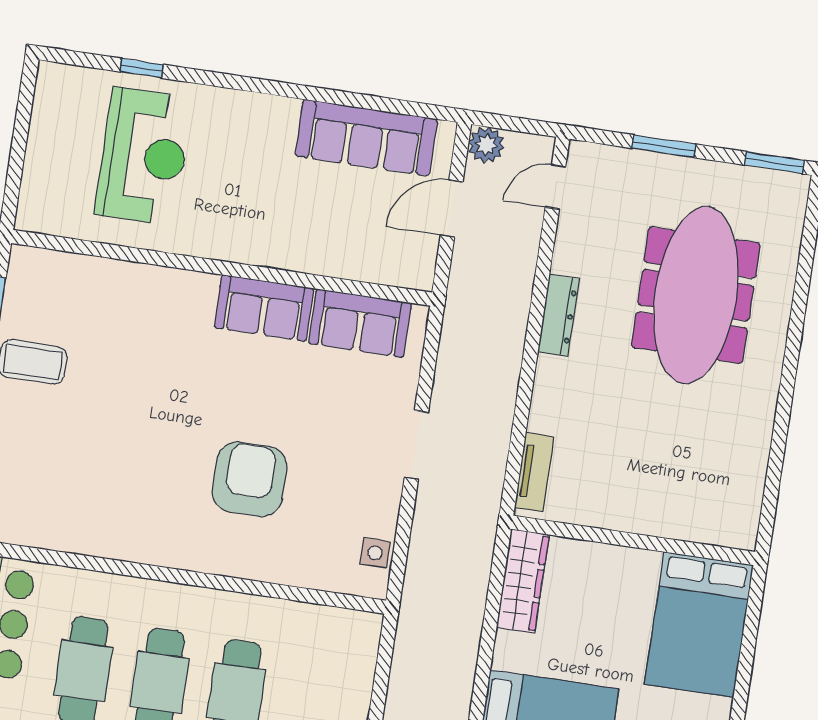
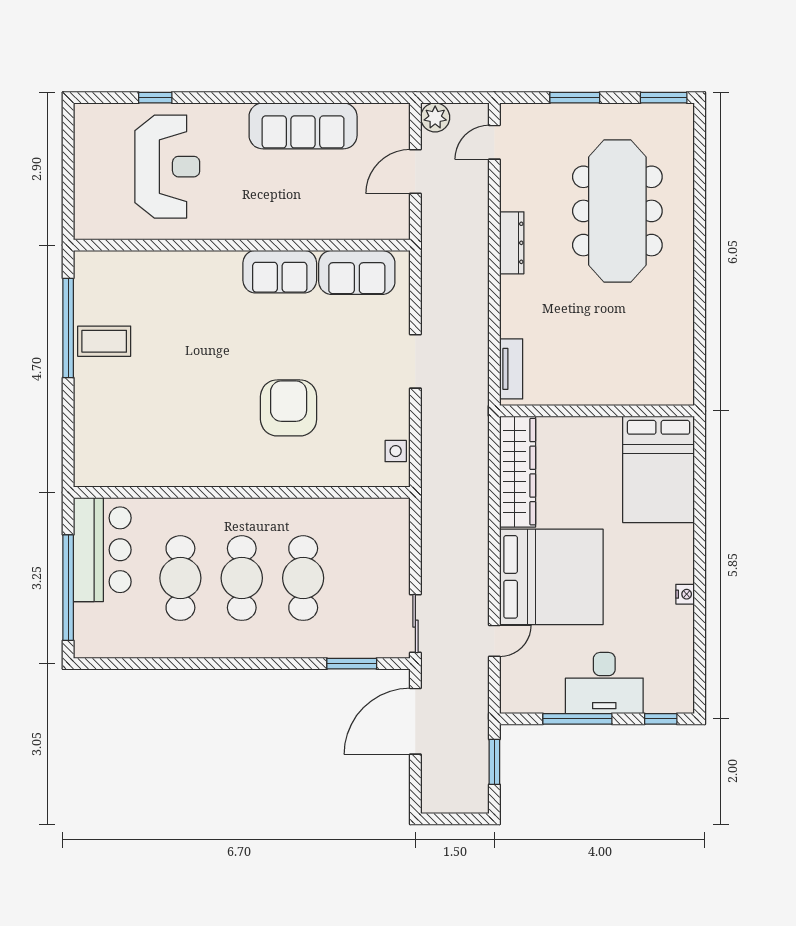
sofa: (366, 138) -> (303, 126), moved
wardrobe: (523, 581) -> (518, 472), width x1.40, depth x1.17

